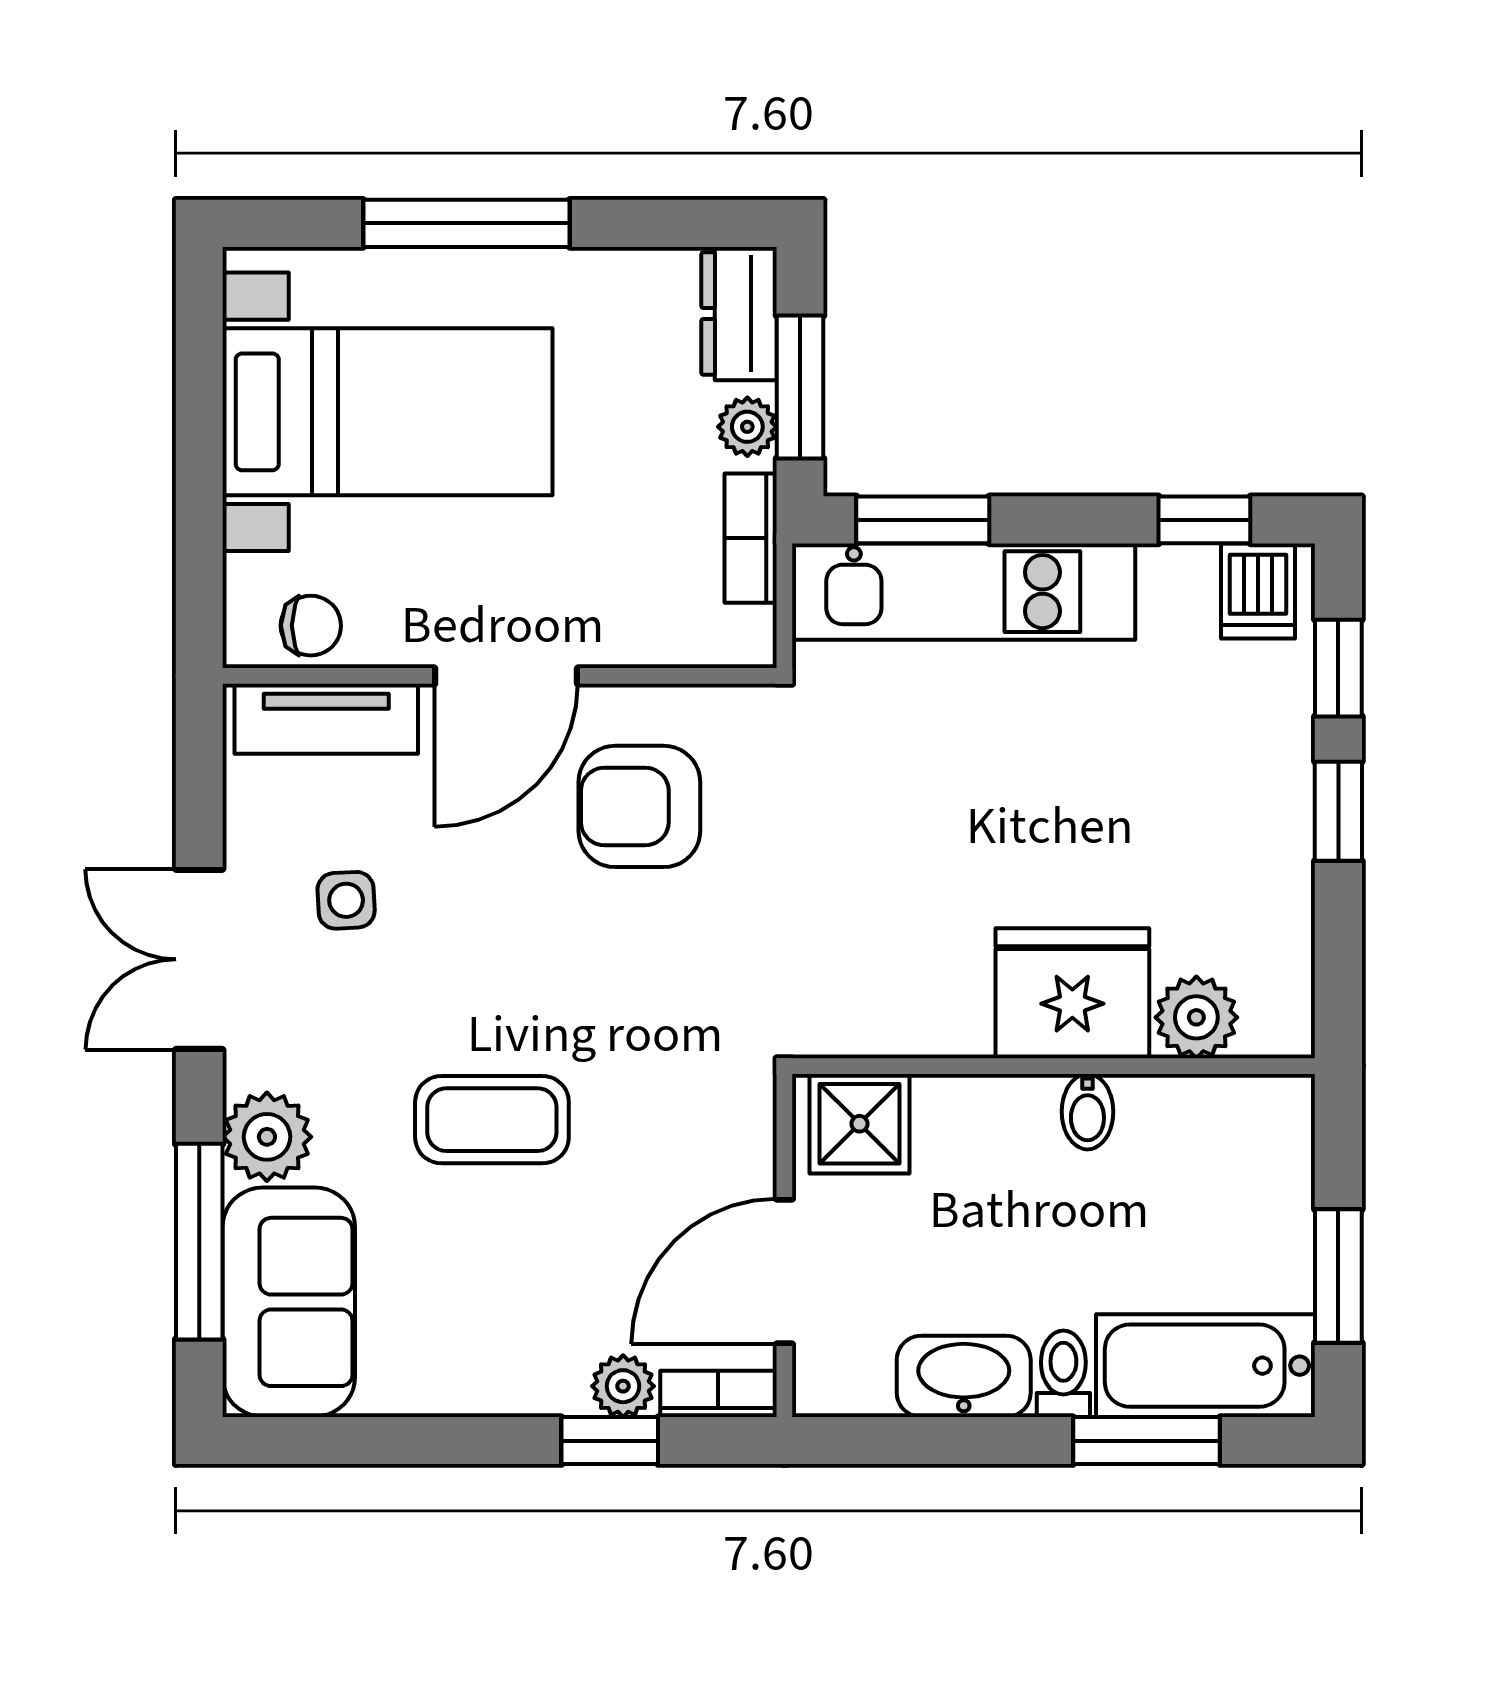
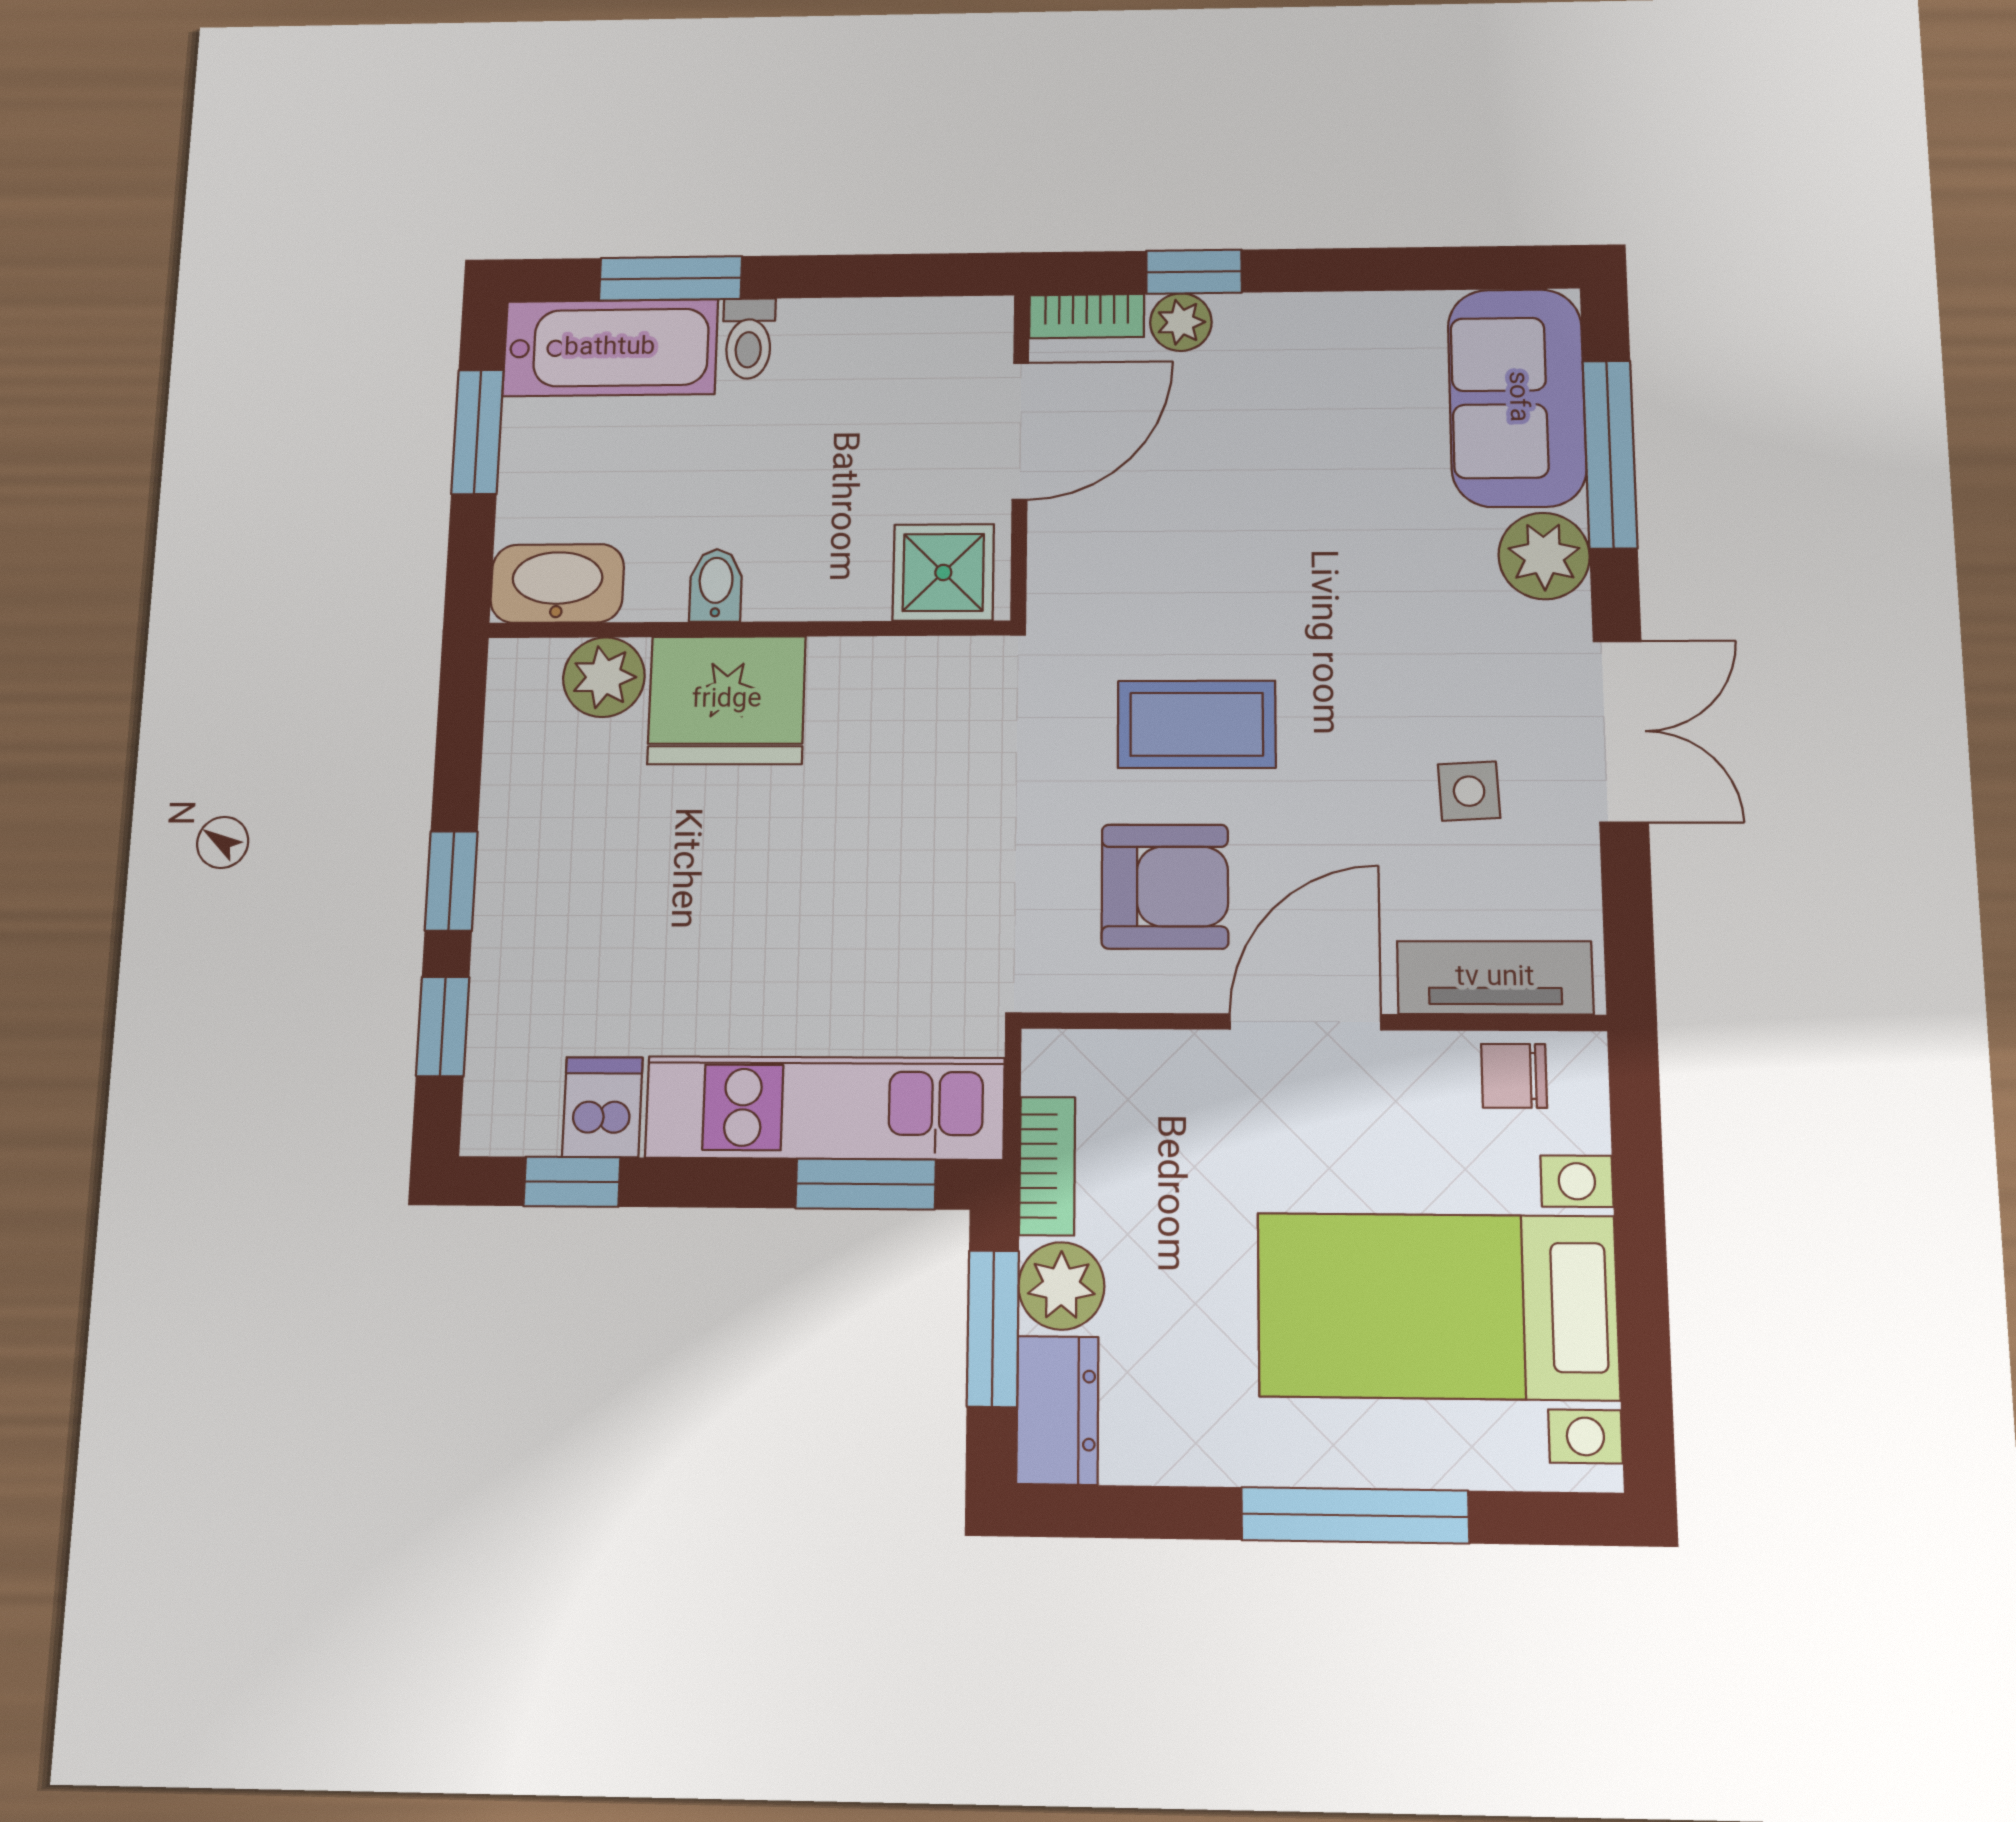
plant: (747, 427) -> (1061, 1286), width x1.38, depth x1.38
dishwasher: (1258, 591) -> (602, 1107), moved
coffee table: (492, 1120) -> (1197, 724), moved
washbasin: (964, 1376) -> (557, 583), moved, turned 180

